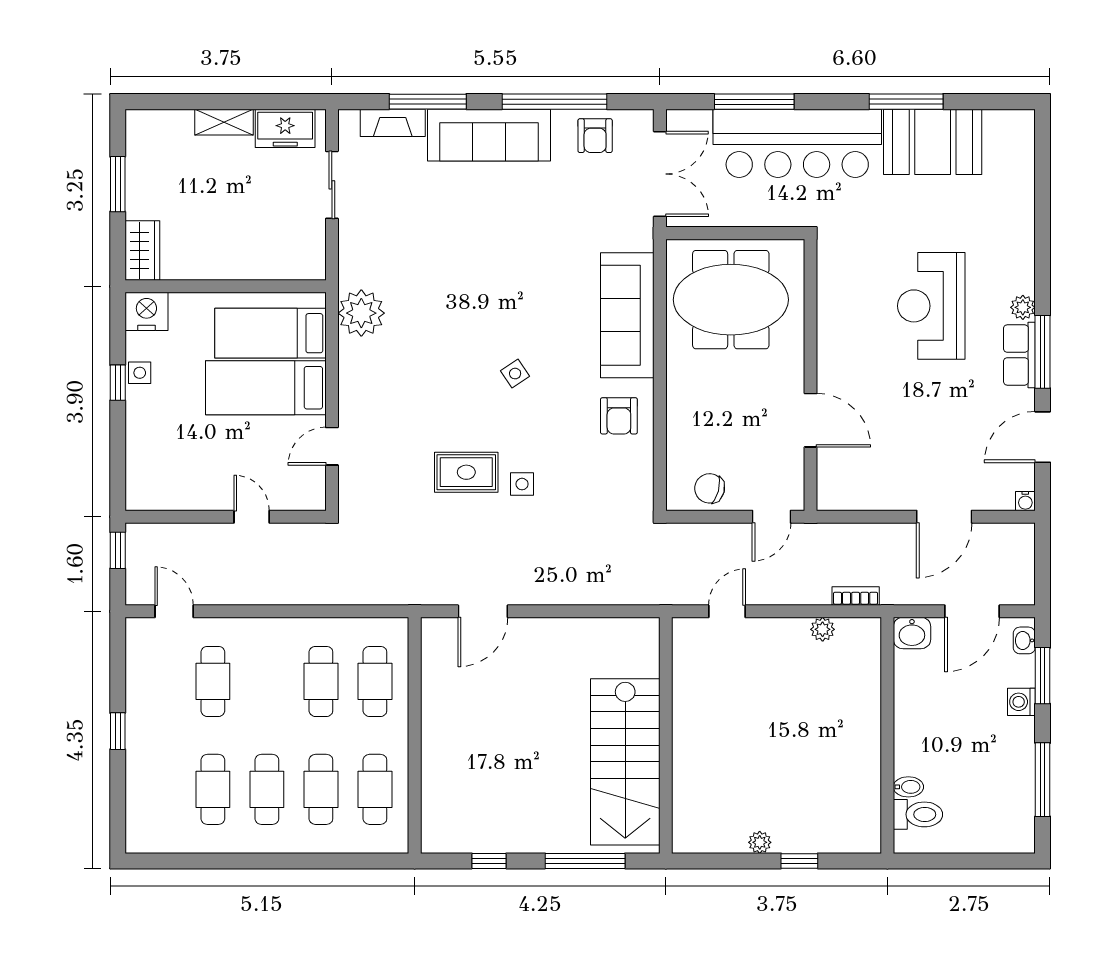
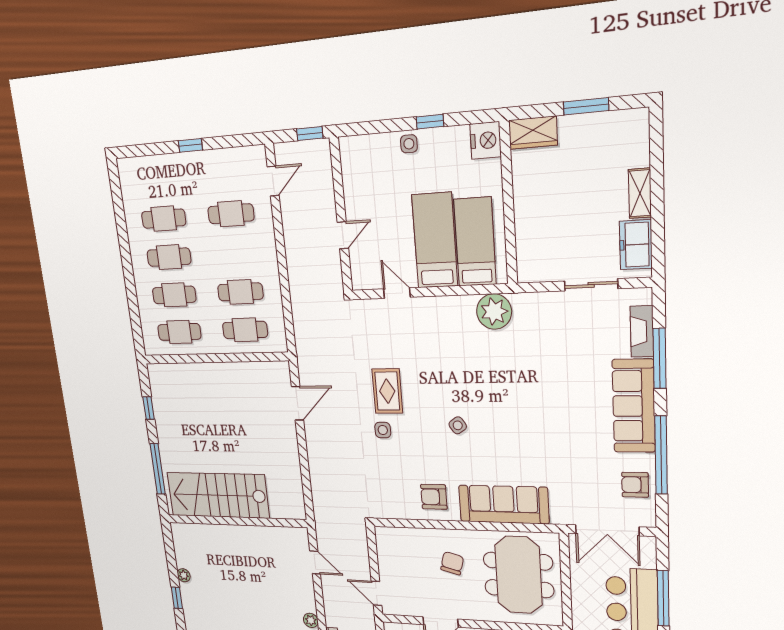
side table: (140, 373) -> (409, 144), moved
chair: (710, 488) -> (452, 563), moved
door: (483, 611) -> (298, 403), swing flipped

